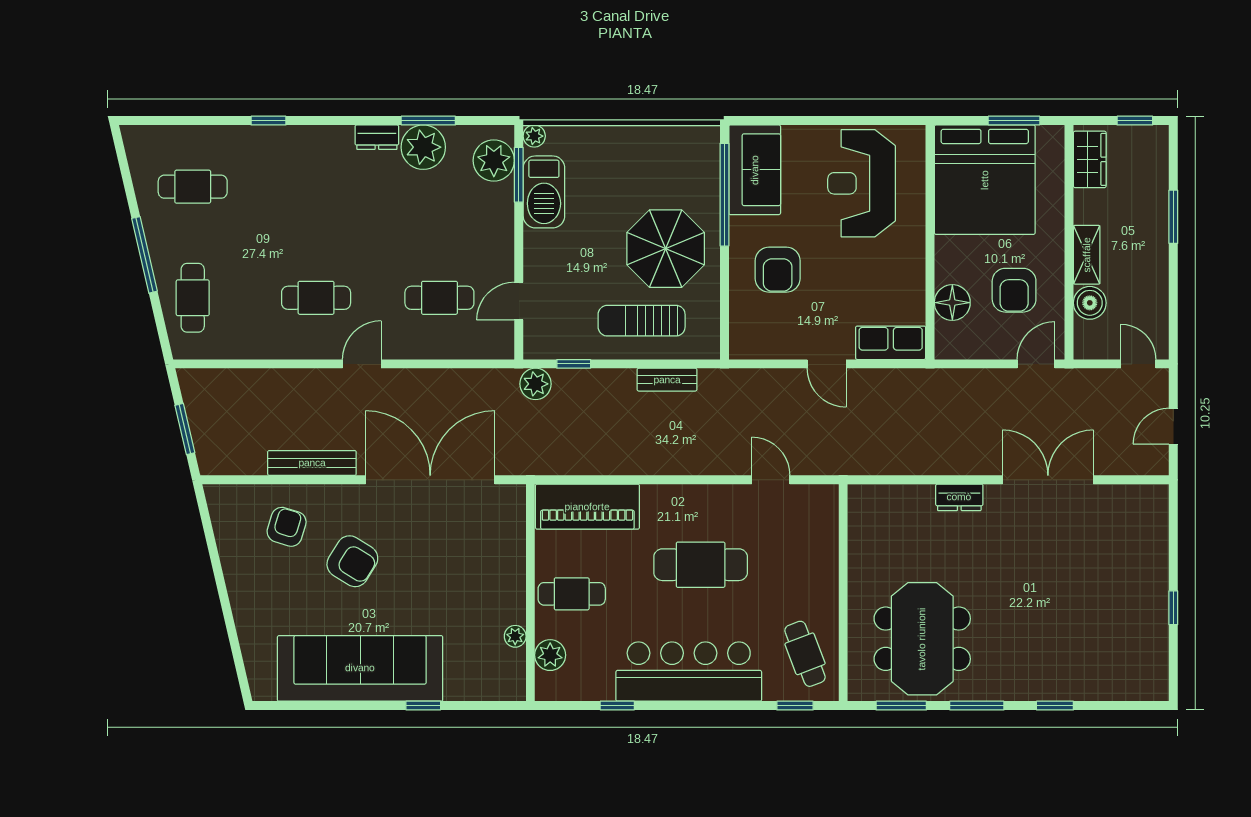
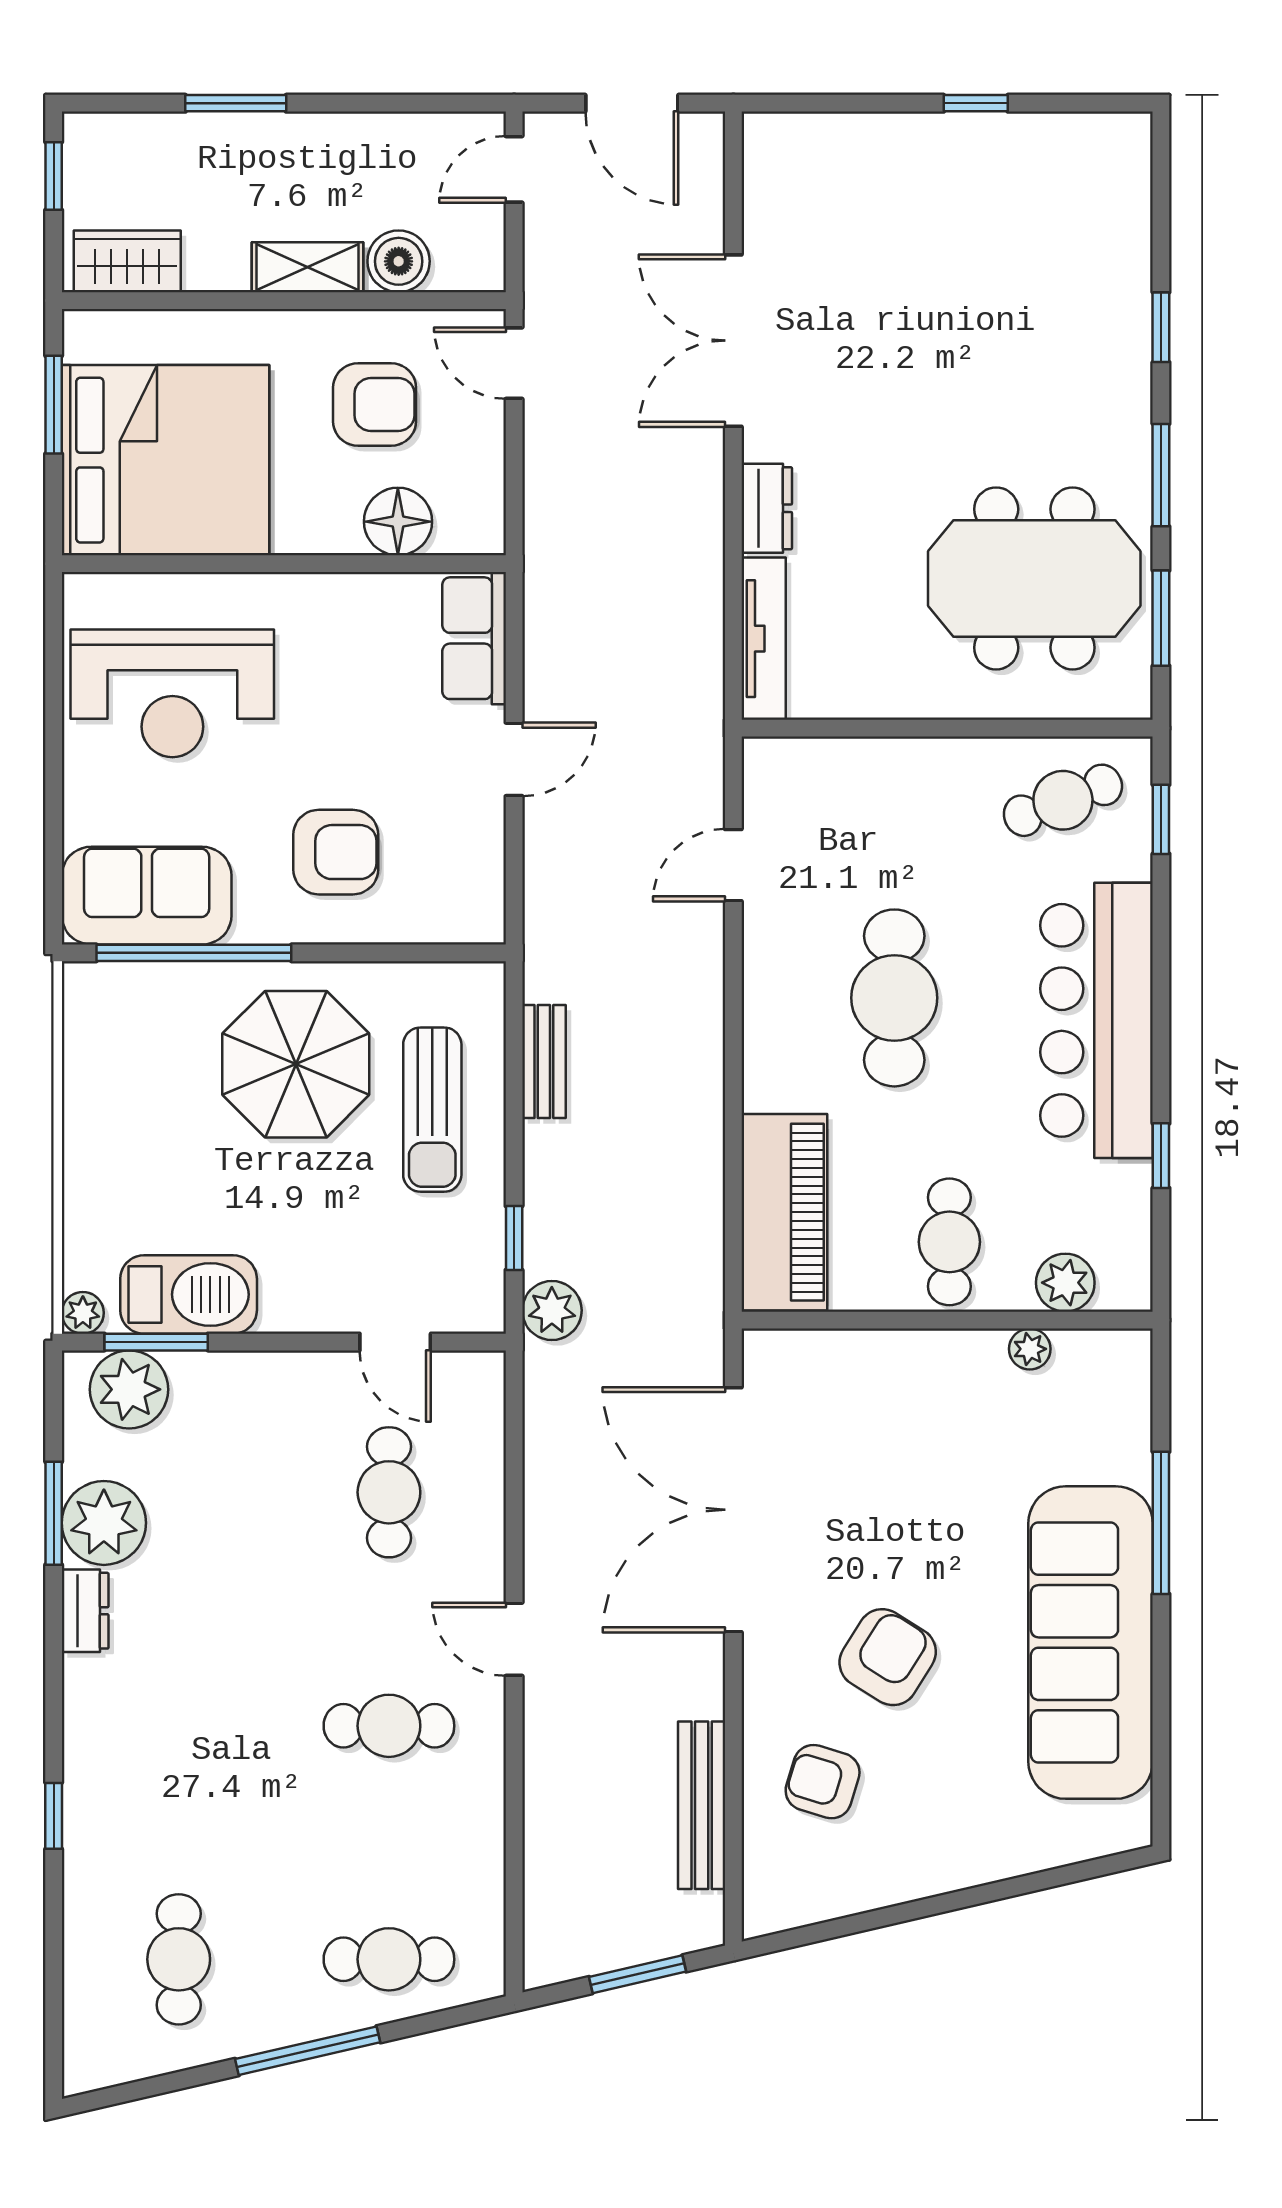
cafe table: (316, 298) -> (389, 1726), turned 90
door: (1173, 426) -> (632, 103), width x1.38
bench: (312, 463) -> (702, 1805), moved
tv unit: (890, 496) -> (764, 639), added
window: (423, 706) -> (1161, 1523), width x2.17

